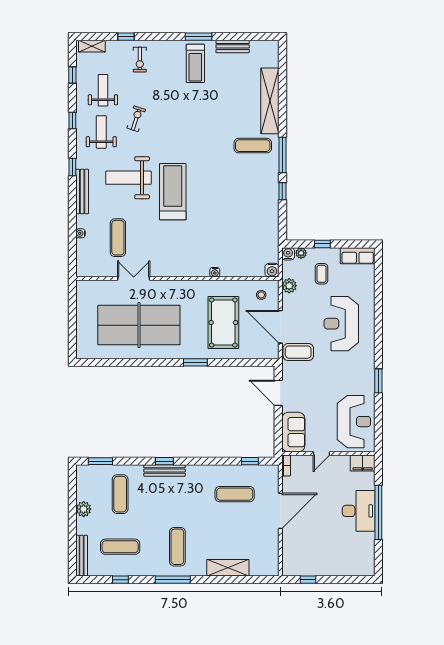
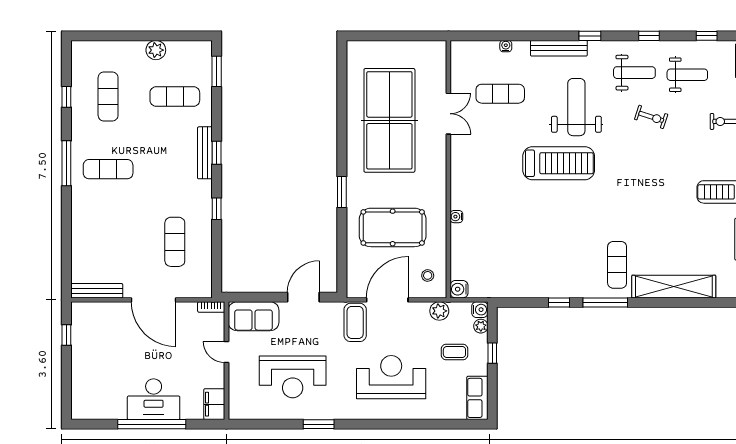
reception desk: (354, 422) -> (293, 377), moved
window: (250, 461) -> (217, 209), moved
bench: (82, 556) -> (97, 291), moved
shelving: (228, 568) -> (81, 233), removed

